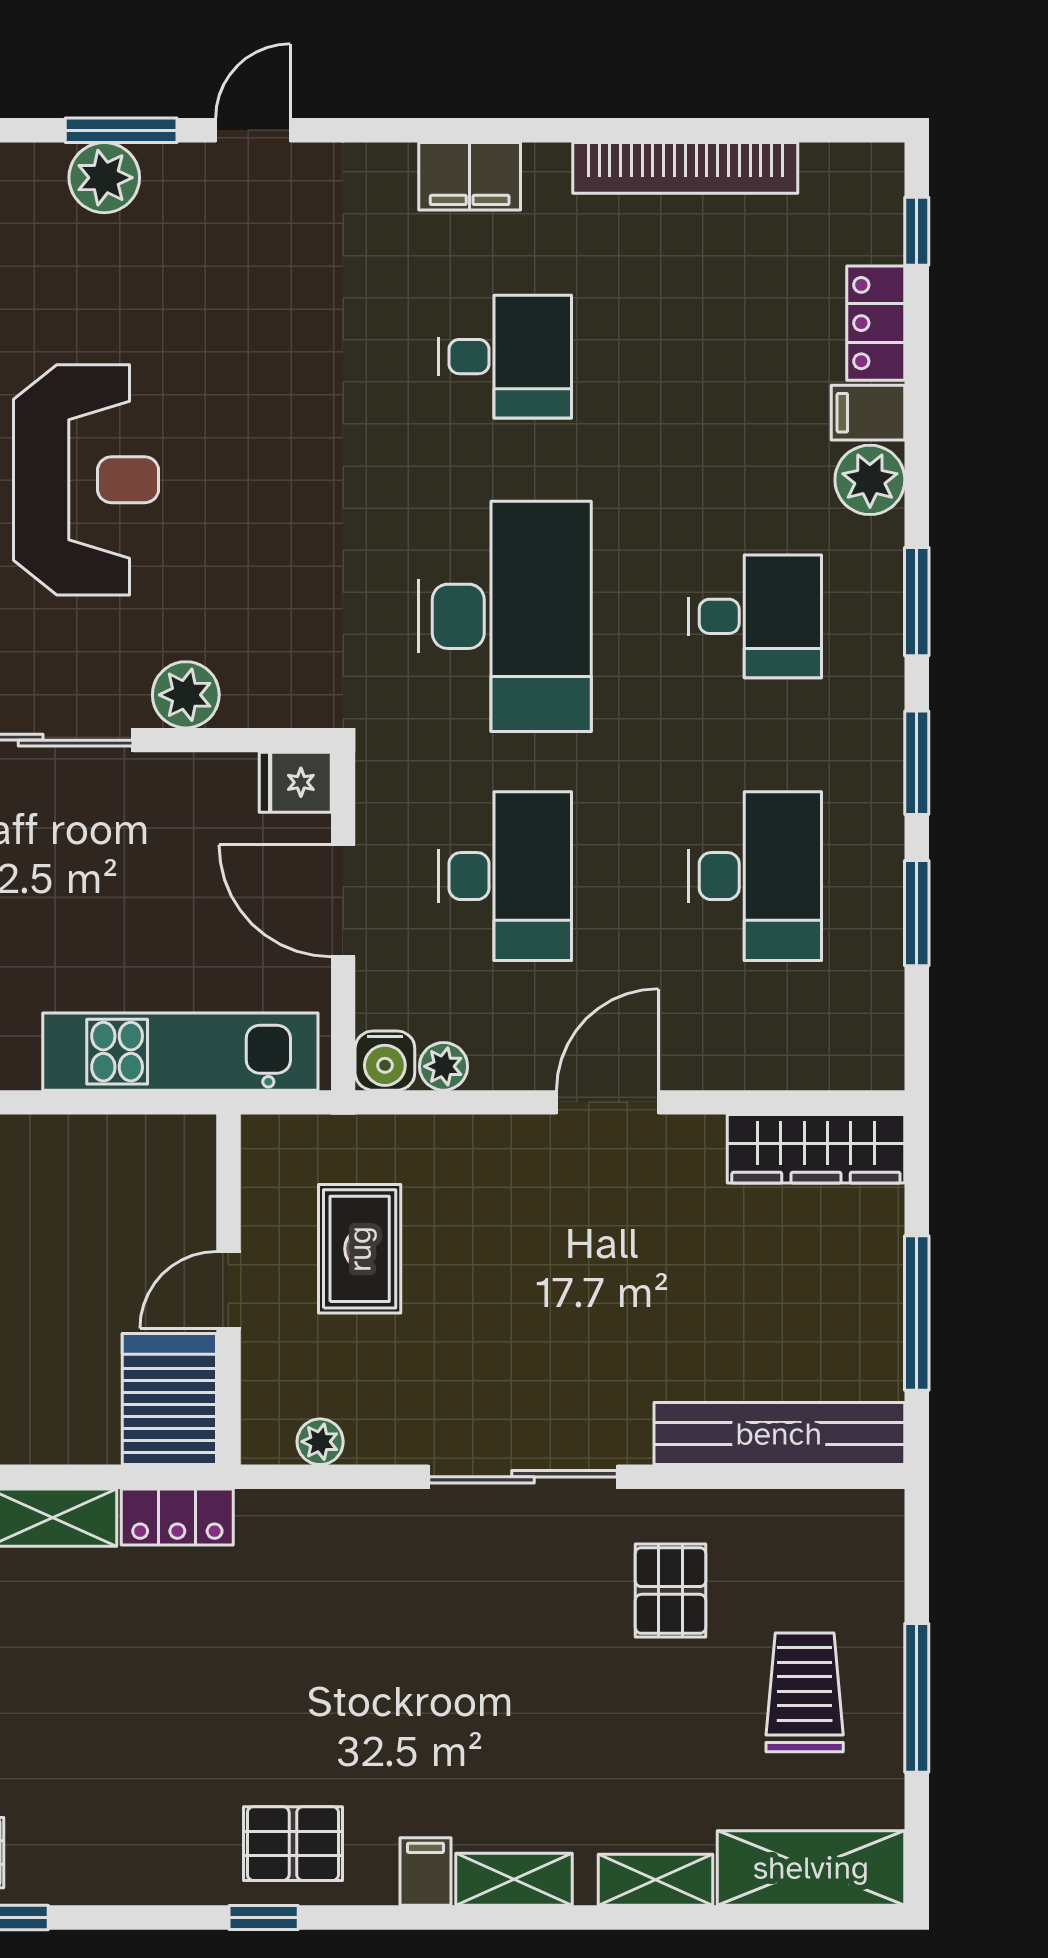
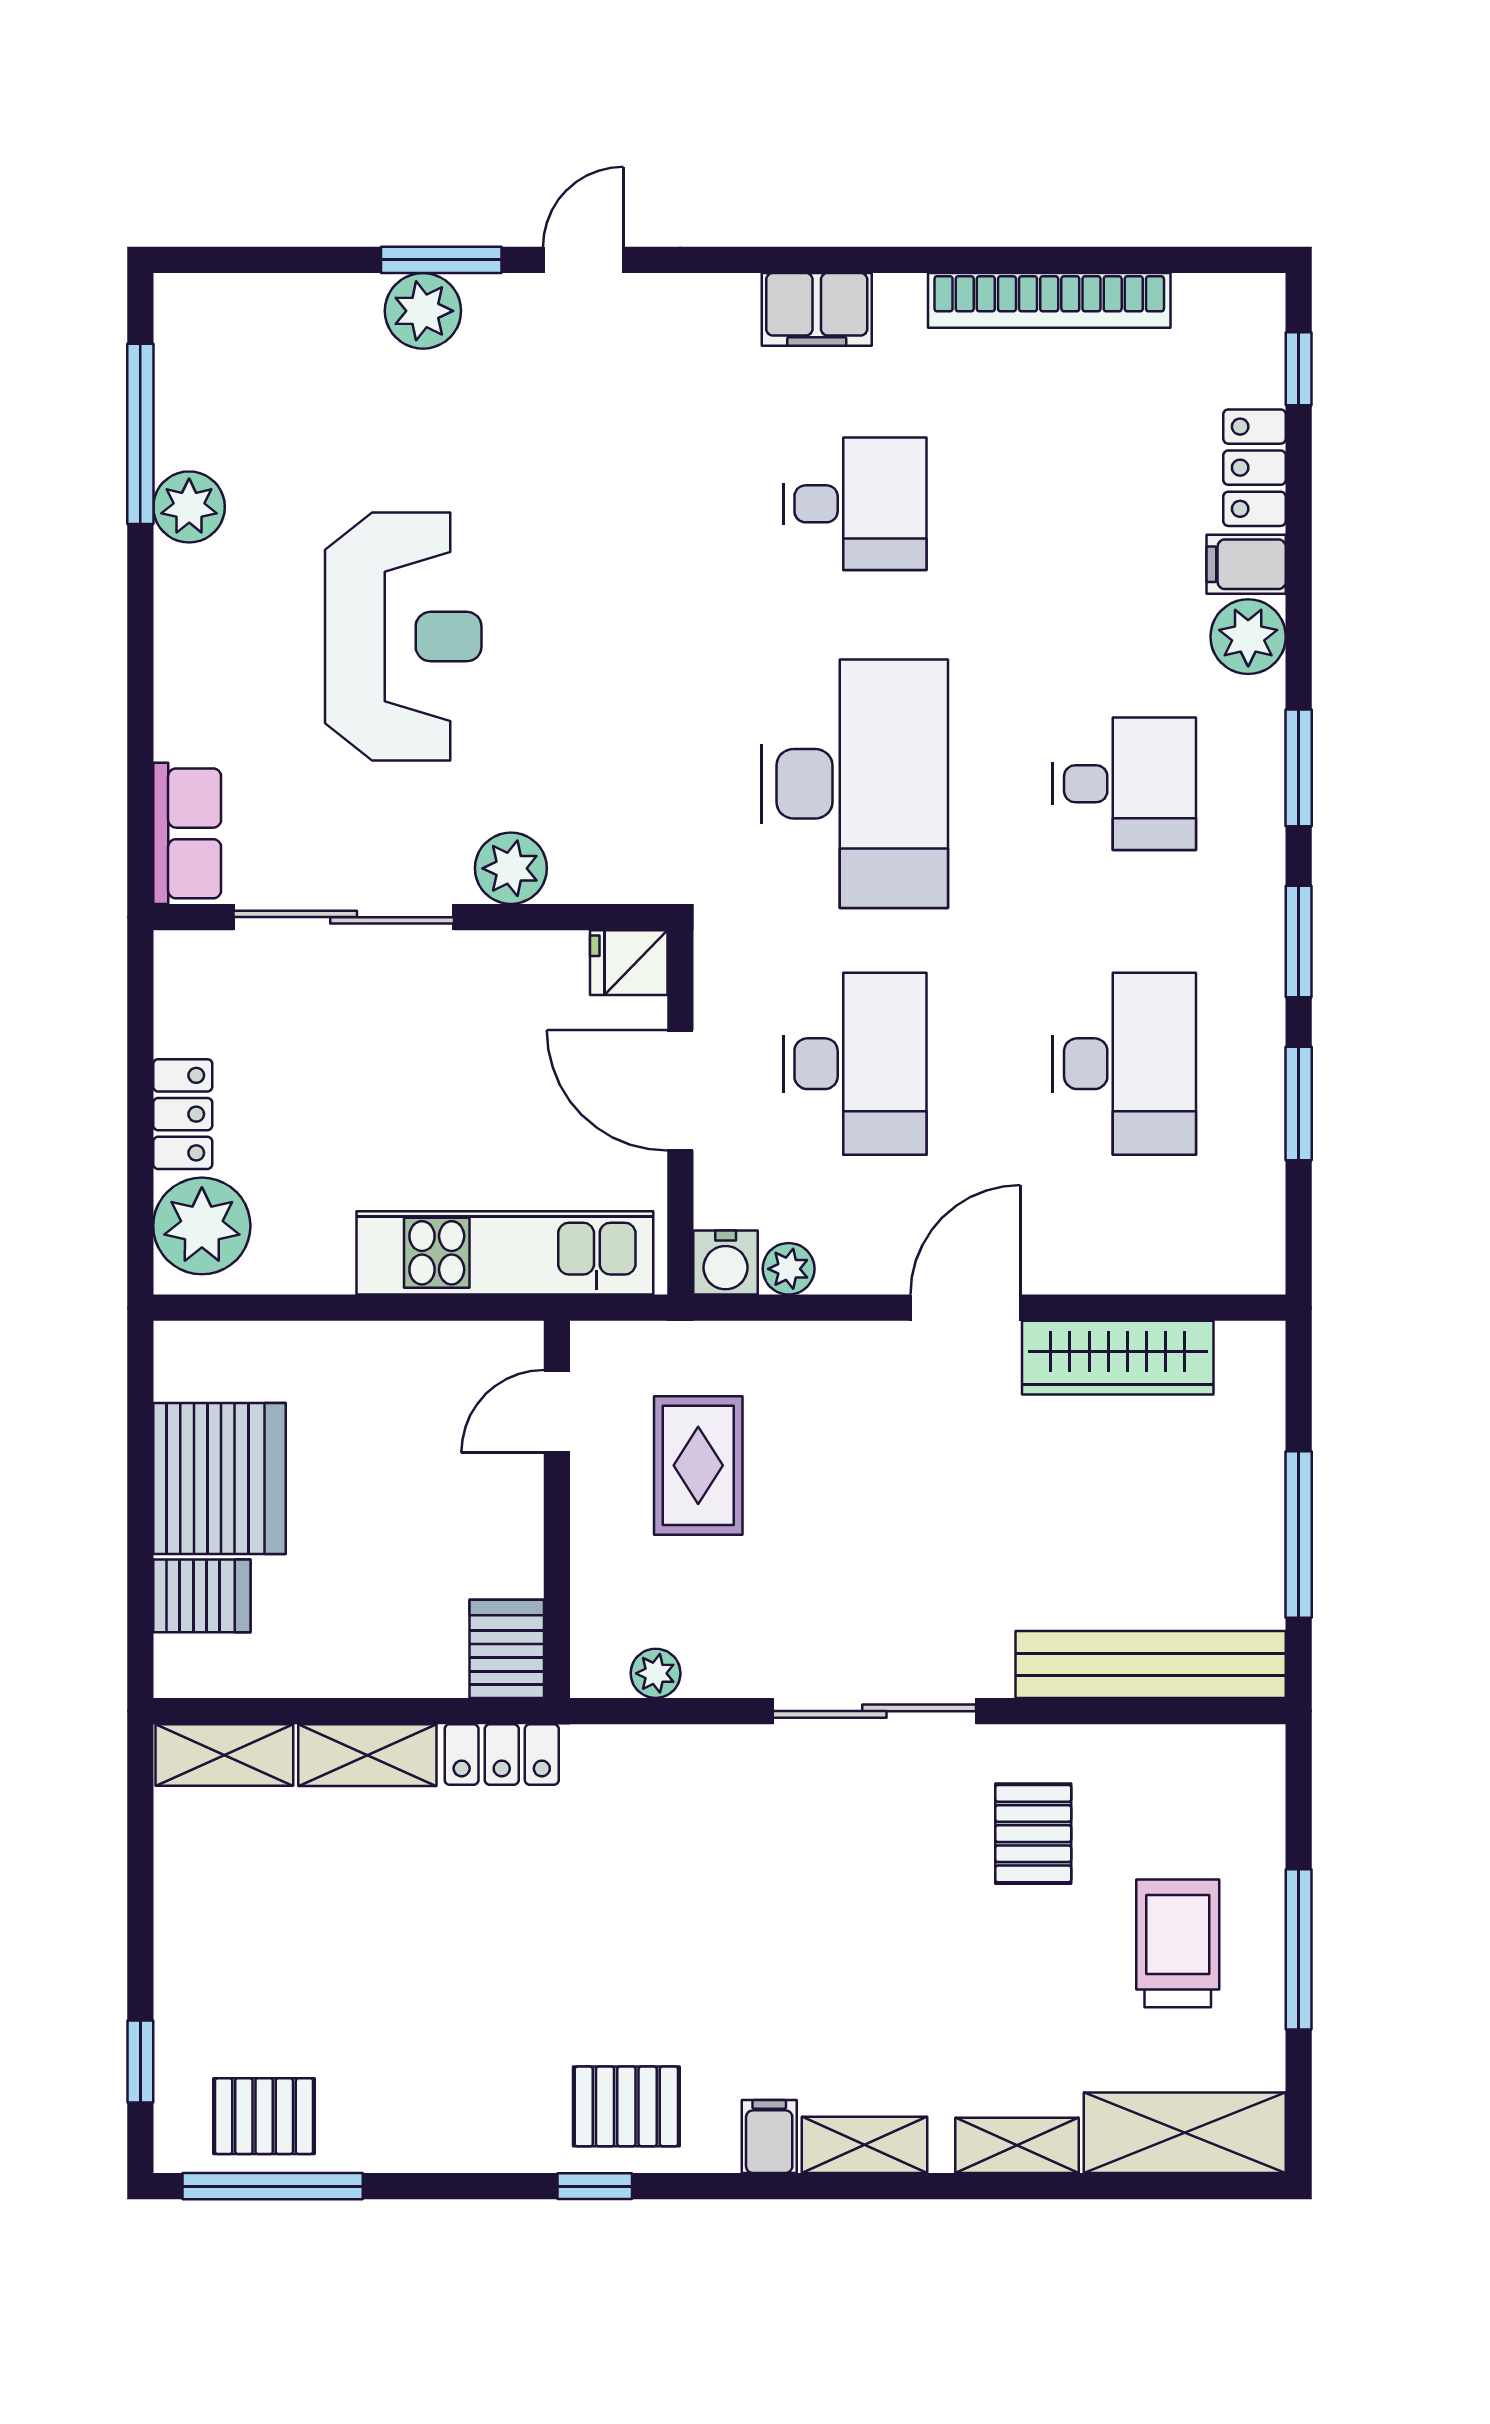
wardrobe: (816, 1149) -> (1118, 1358), moved
door: (228, 1290) -> (557, 1411), moved
server rack: (169, 1399) -> (507, 1649), width x0.73, depth x0.70

